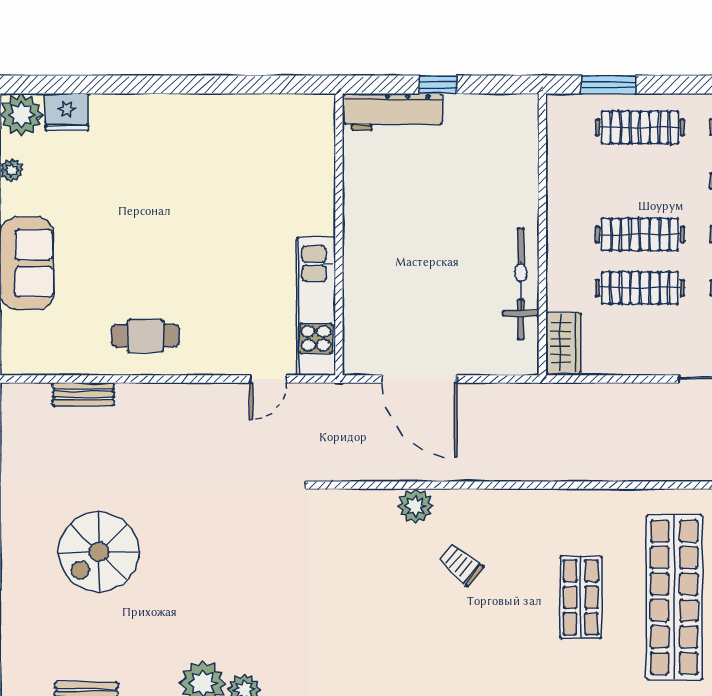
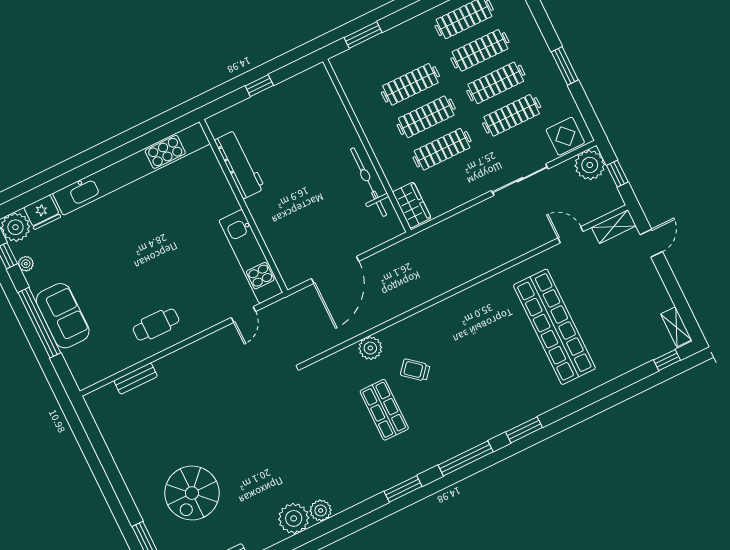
kitchen unit: (214, 112) -> (131, 168), added
workbench: (393, 112) -> (240, 164), moved, turned -90
clothes rail: (640, 127) -> (410, 84), moved
door: (419, 379) -> (335, 270), hinge flipped
spiral stairs: (99, 552) -> (192, 493), moved
shop shelf: (581, 597) -> (384, 410), moved

